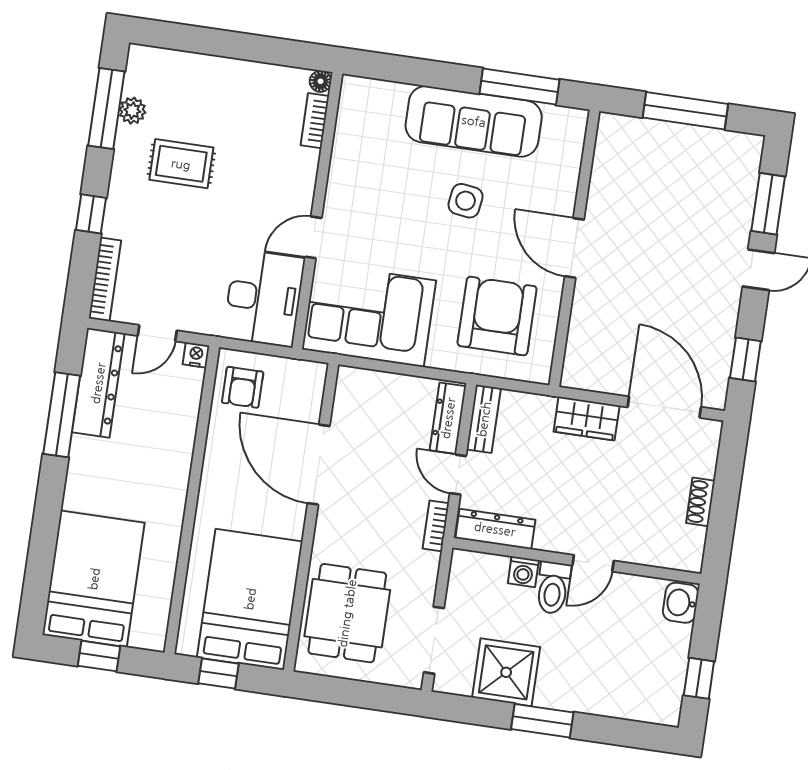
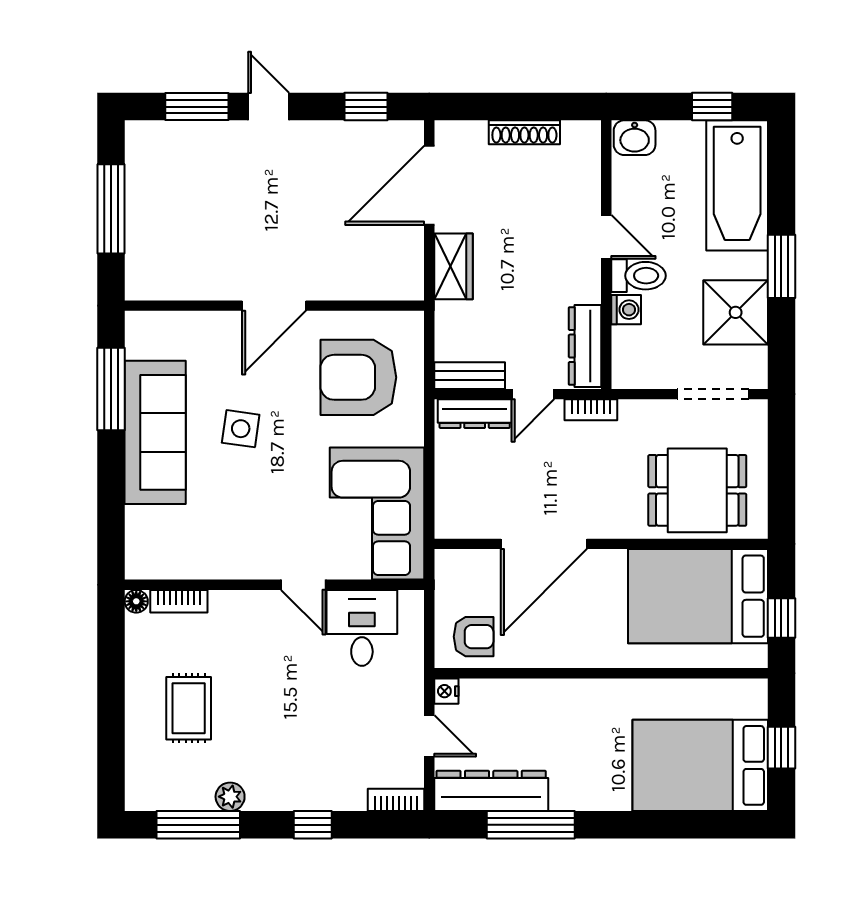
plant: (132, 111) -> (230, 797), moved
rug: (181, 164) -> (189, 708), moved
bookcase: (105, 279) -> (396, 800), width x0.64
desk: (264, 298) -> (362, 628), width x0.73
shoe rack: (700, 502) -> (524, 132), width x1.43
bathtub: (623, 691) -> (737, 185), added

